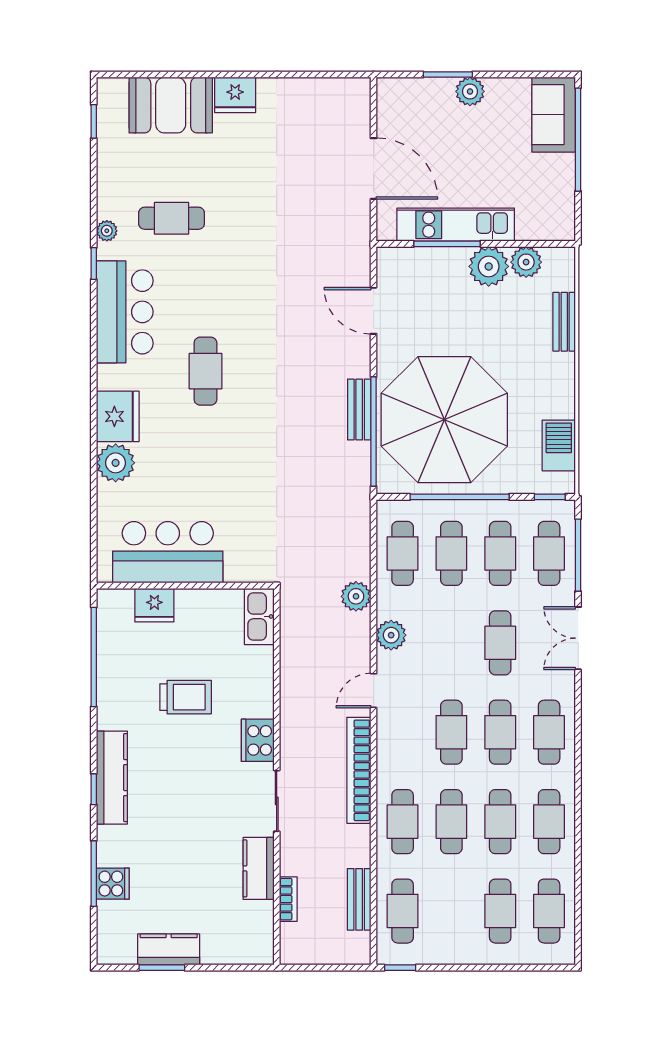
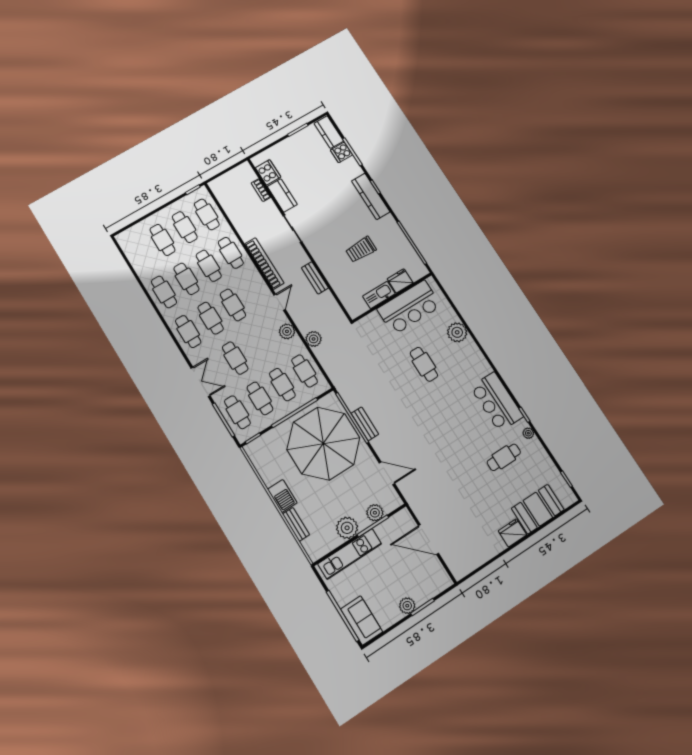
kitchen unit: (456, 225) -> (350, 554), moved
plant: (526, 262) -> (375, 513), moved
cafe table: (205, 371) -> (424, 364), moved
fridge: (118, 416) -> (470, 353), removed
barbecue: (559, 445) -> (282, 496), moved
kitchen sink: (259, 616) -> (379, 295), moved, turned -90
cooker: (258, 740) -> (268, 172), moved
bench: (359, 899) -> (315, 278), moved
cafe table: (549, 911) -> (185, 227), moved
kitchen counter: (169, 949) -> (329, 132), moved, turned 90

